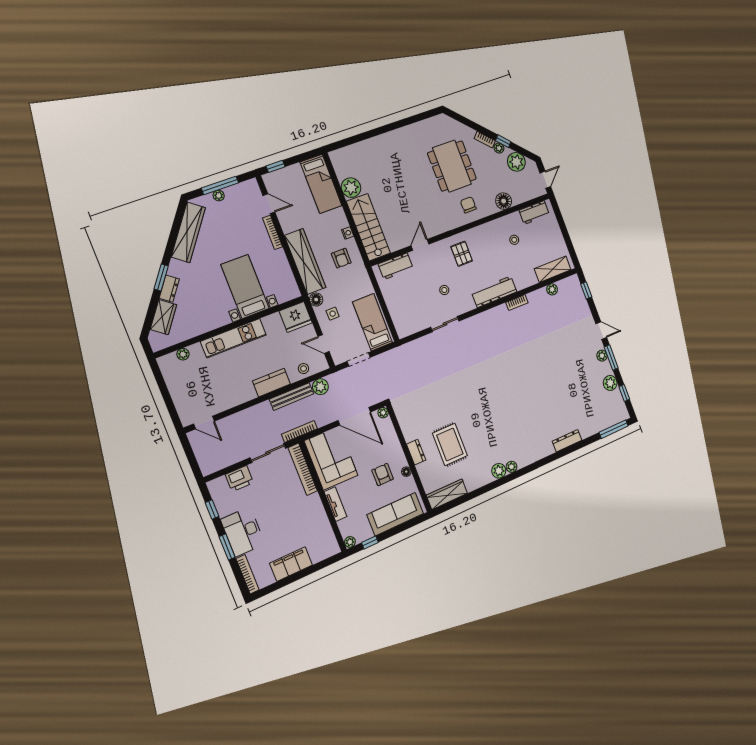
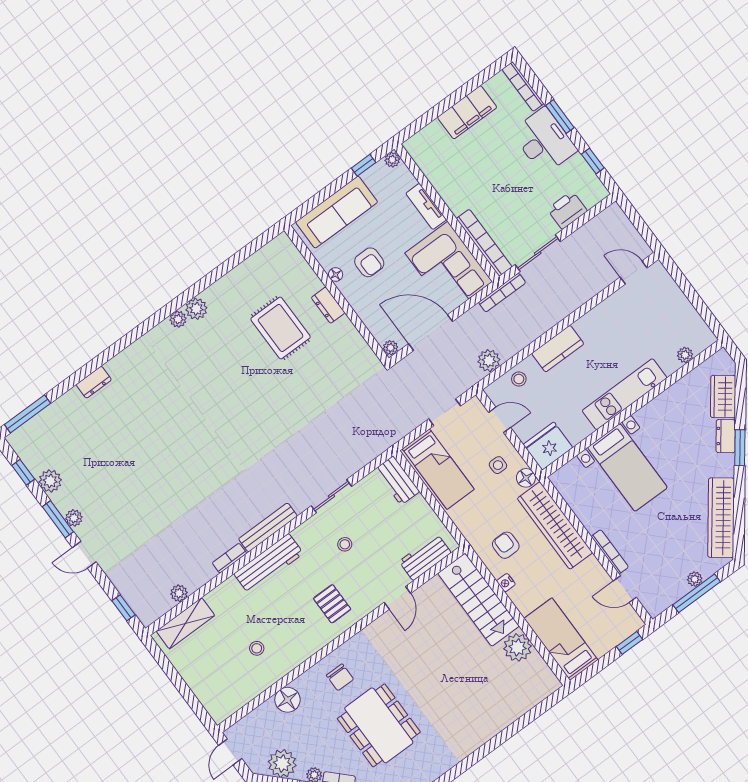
workbench: (534, 212) -> (397, 481), moved, turned -90
bench: (291, 396) -> (268, 527), moved
dresser: (567, 441) -> (94, 382), width x0.70
wardrobe: (447, 494) -> (267, 257), removed

